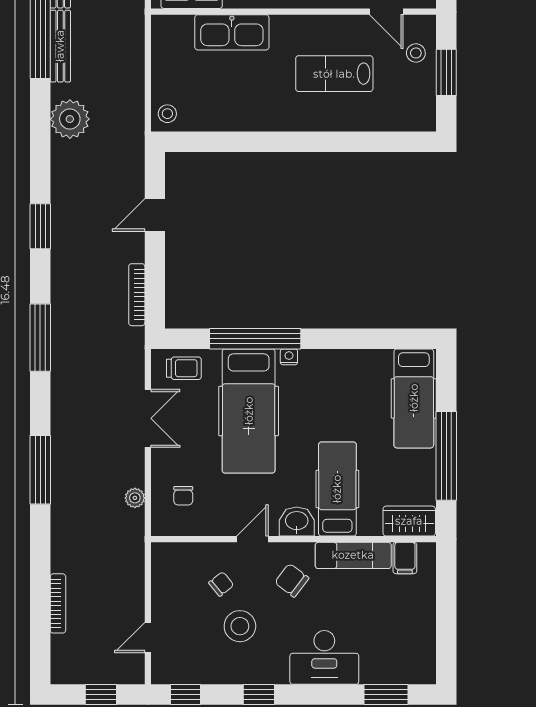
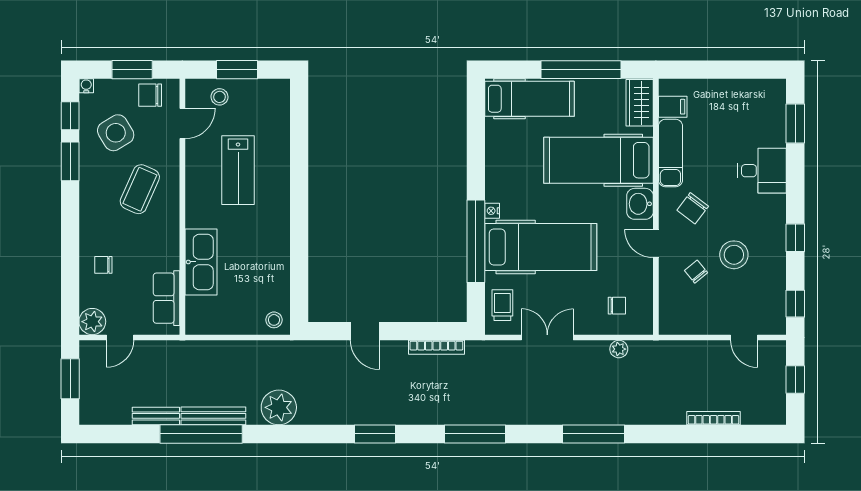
hospital bed: (337, 489) -> (599, 160), width x1.37, depth x1.29
desk: (324, 657) -> (762, 171), width x0.73

